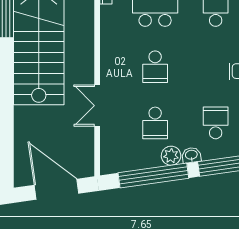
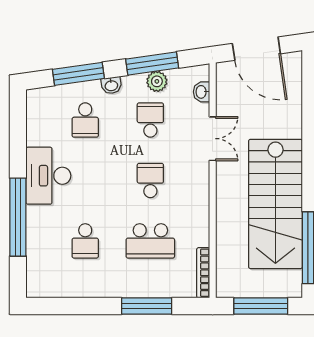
washbasin: (108, 149) -> (202, 92), added
plant: (171, 156) -> (157, 81), moved
window: (153, 176) -> (152, 63), width x0.68

